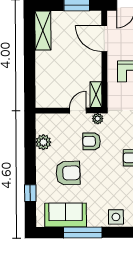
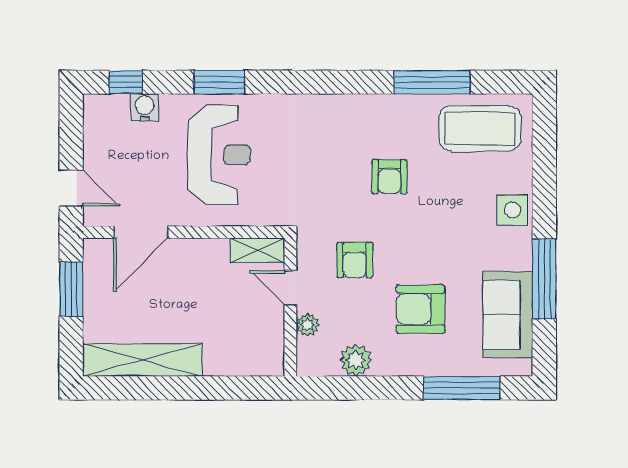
shelving: (43, 31) -> (143, 360), width x1.47
plant: (98, 119) -> (308, 325), moved
armchair: (68, 173) -> (420, 309), turned -88
window: (30, 193) -> (462, 388), width x2.17

